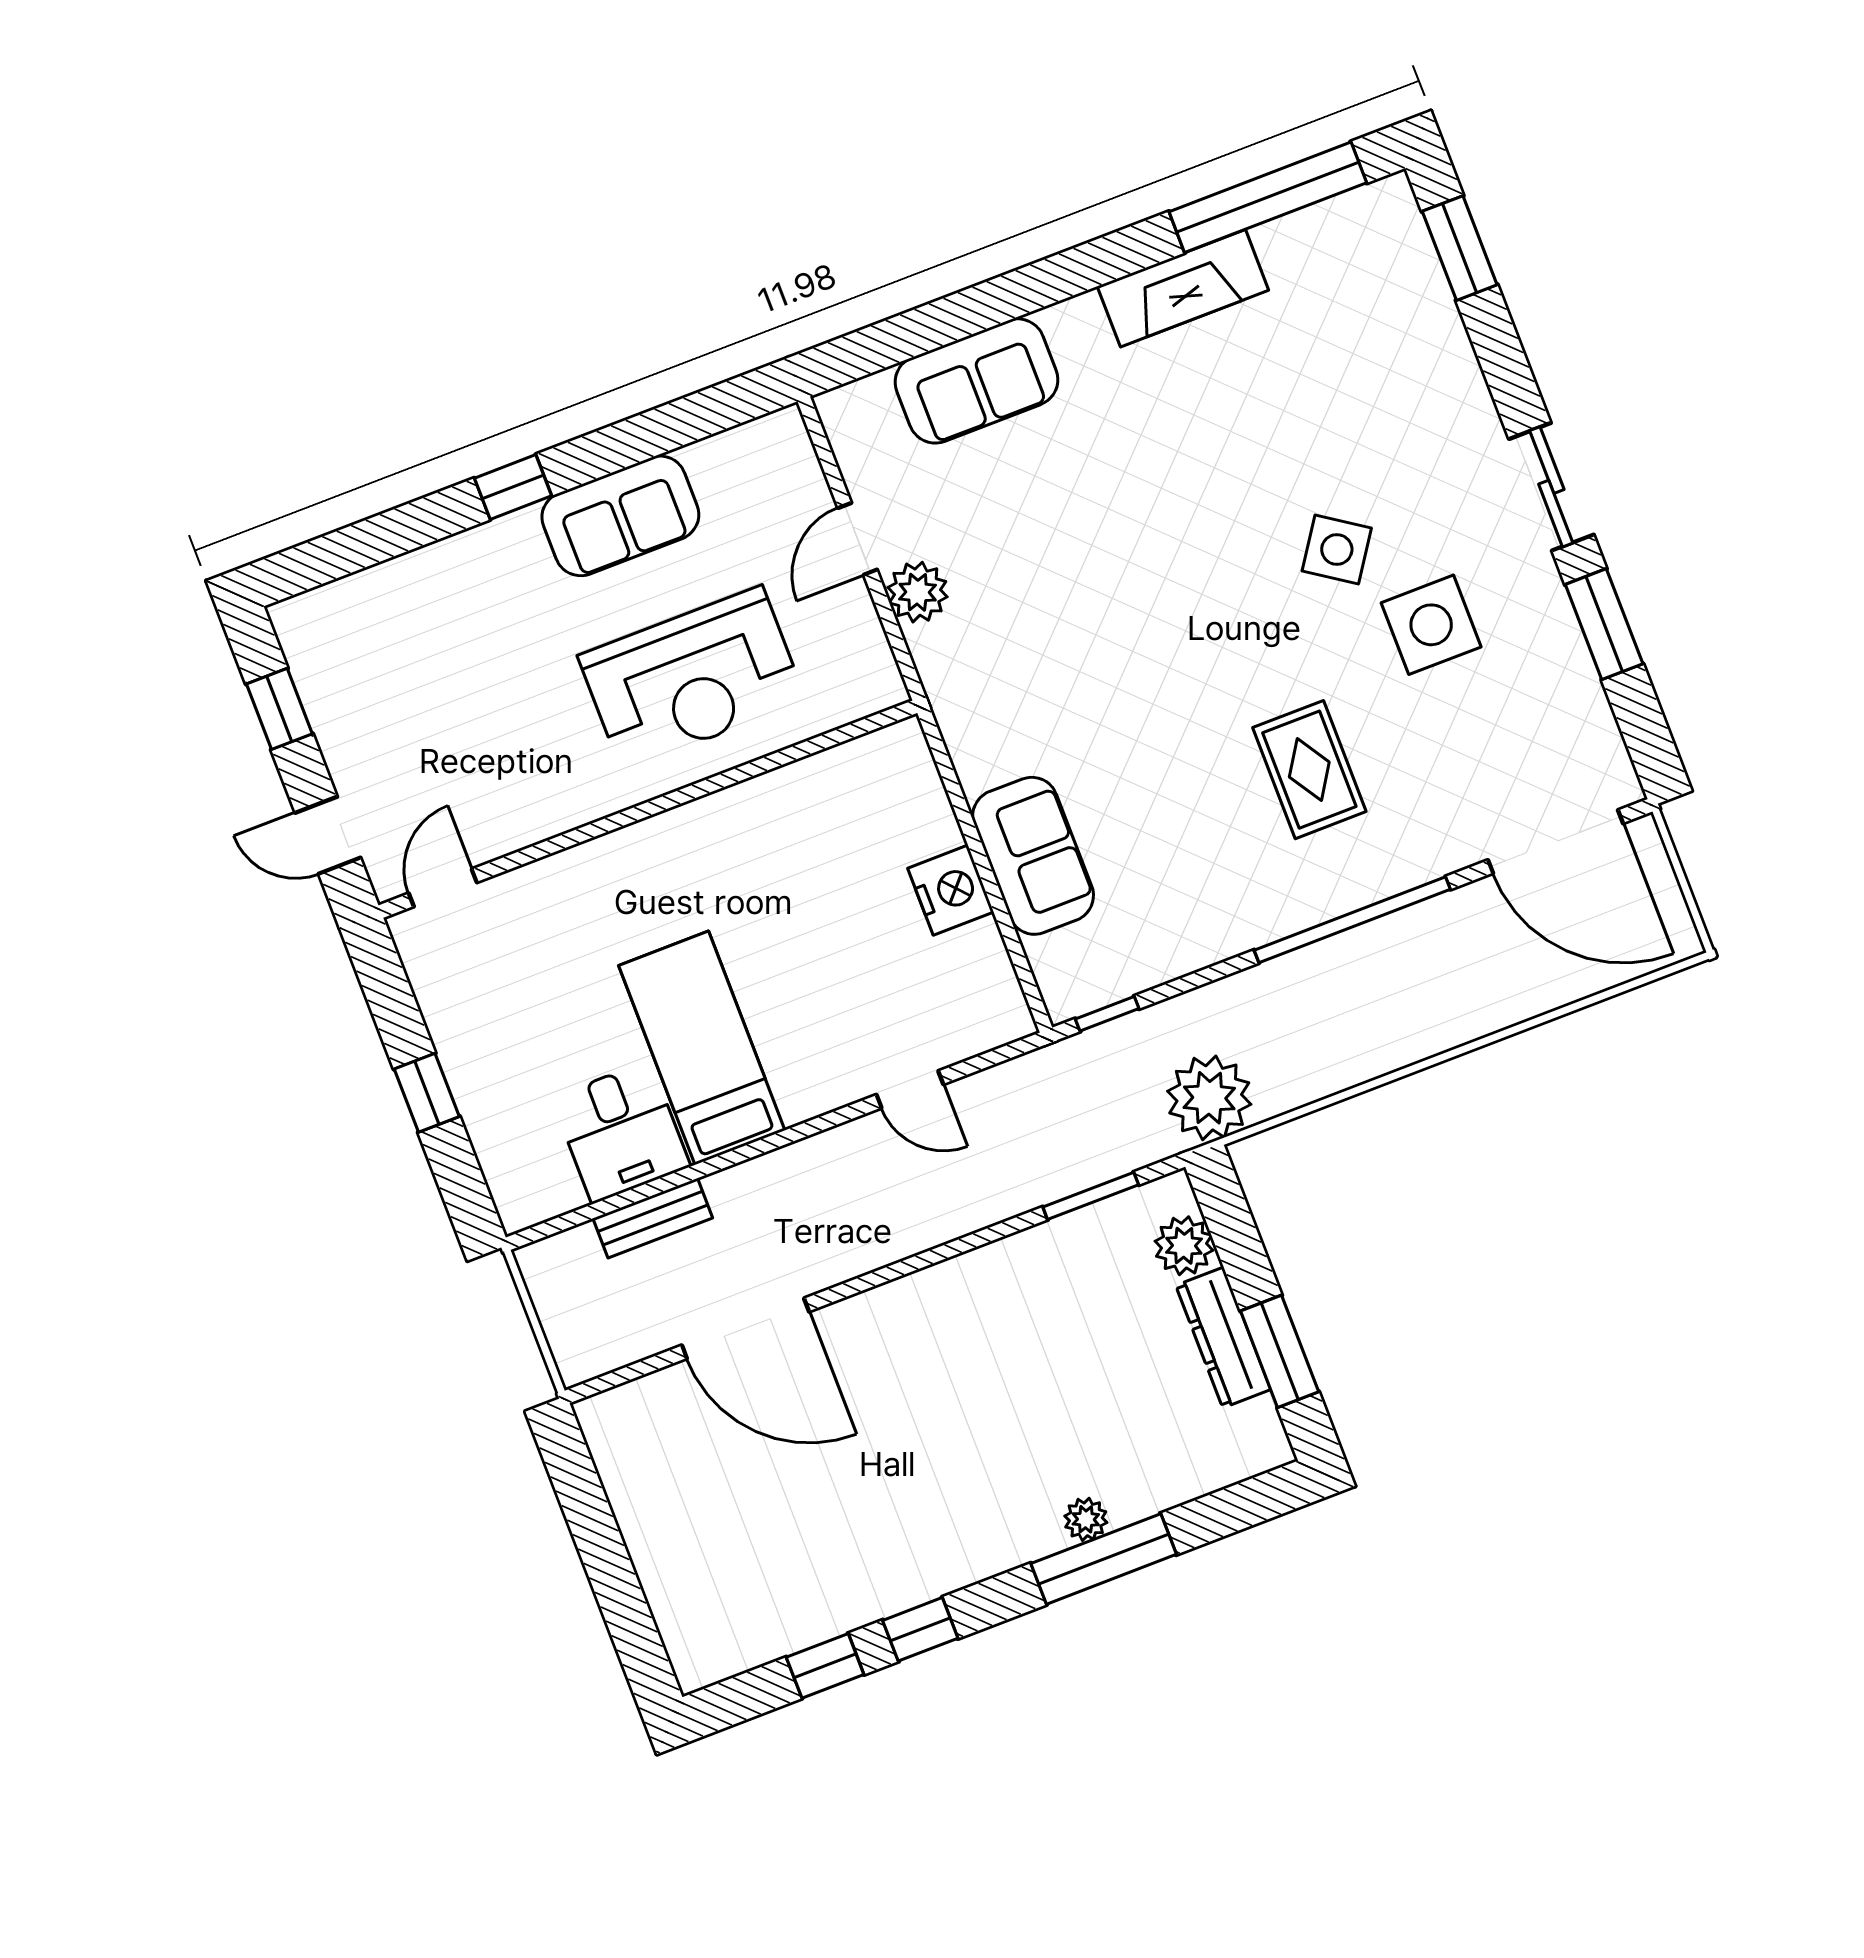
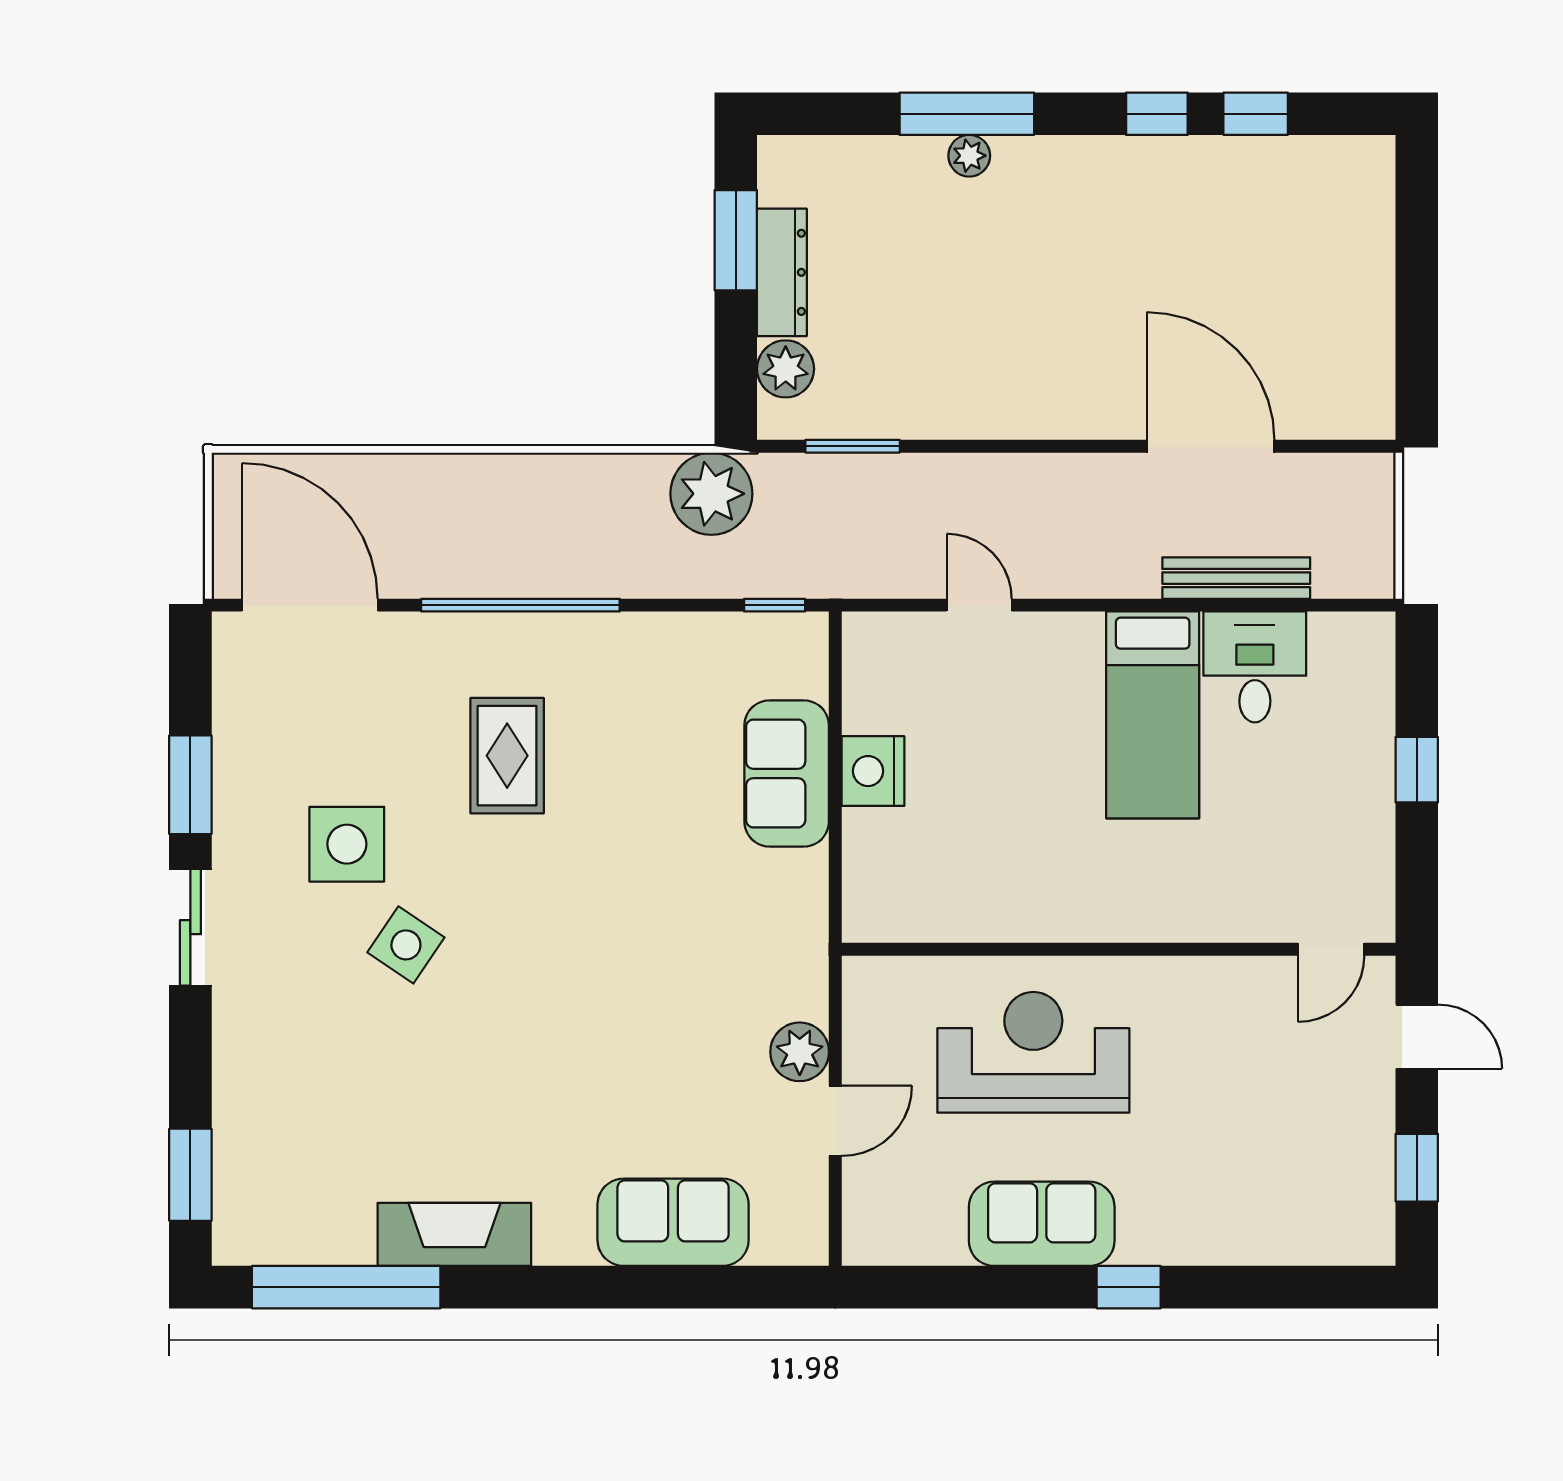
bench: (653, 1218) -> (1236, 578), width x1.36

